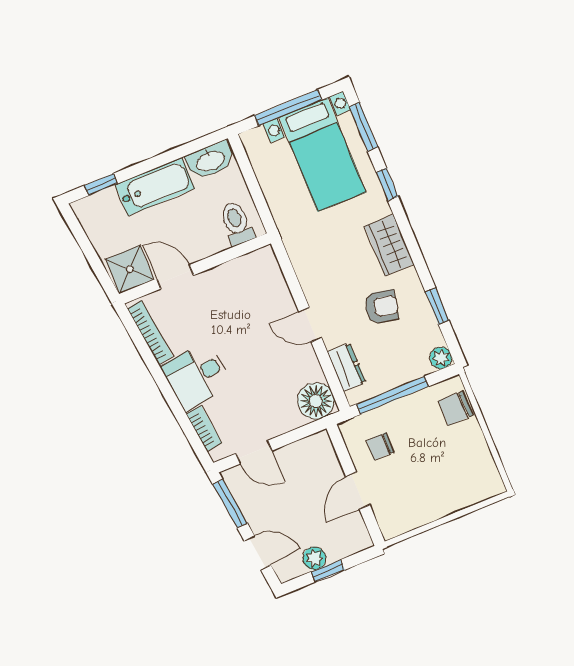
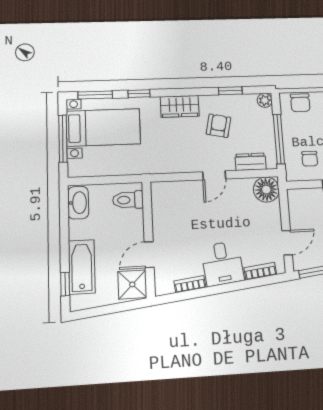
bathtub: (155, 187) -> (82, 267), moved
bookcase: (150, 333) -> (190, 284), width x0.64

